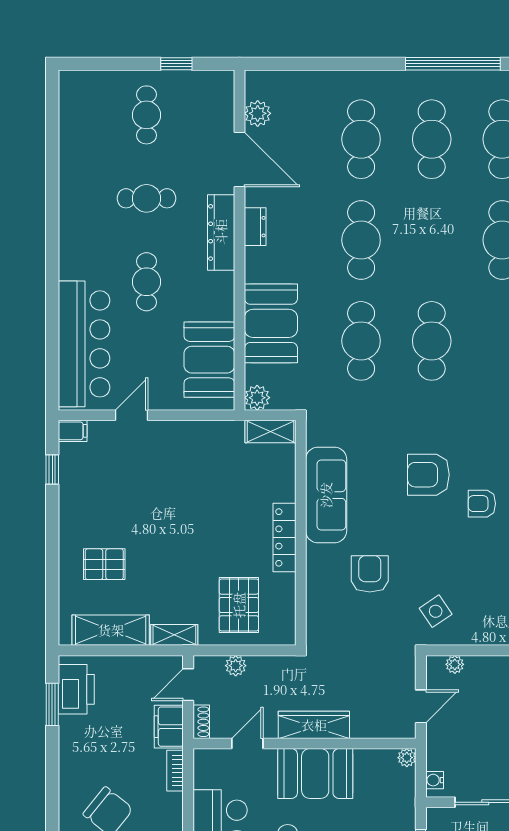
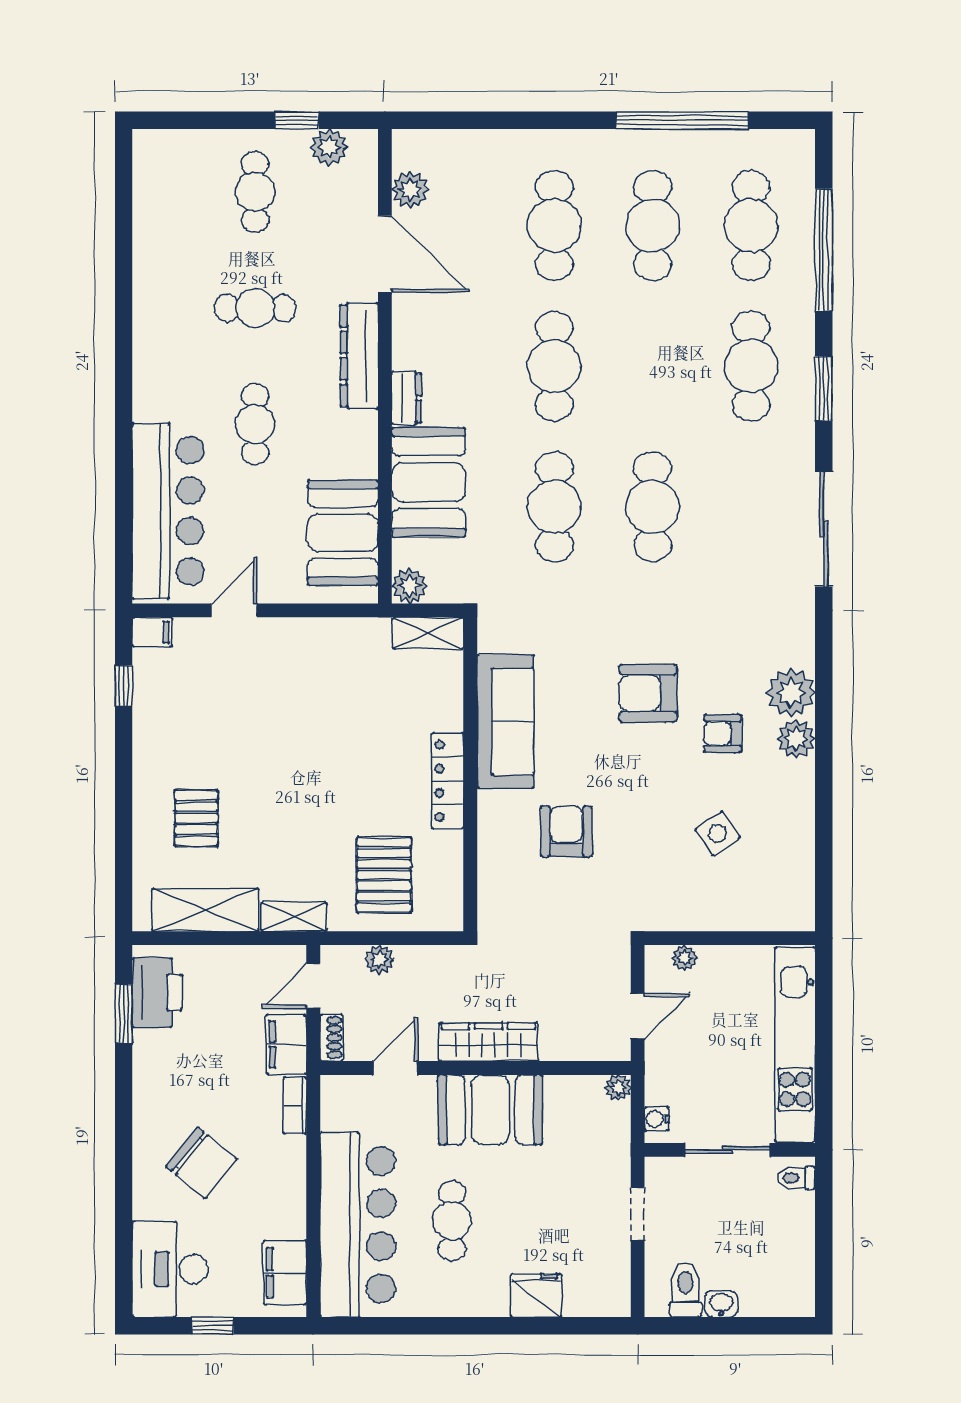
plant: (200, 83) -> (329, 147), added
dresser: (255, 227) -> (407, 398), moved
pallet: (104, 564) -> (196, 818), turned 90
side table: (436, 611) -> (718, 833), moved

